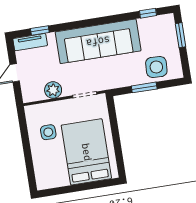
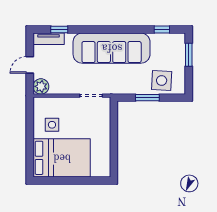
plant: (53, 90) -> (41, 86), moved
bed: (86, 152) -> (62, 158), moved, turned 90

